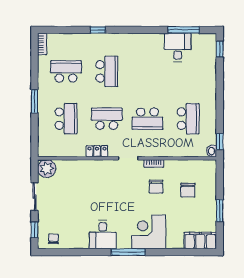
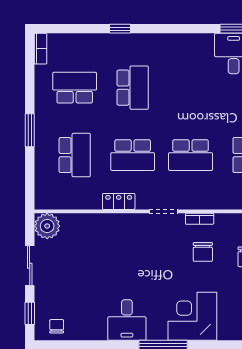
school desk: (107, 119) -> (133, 155), turned 180

